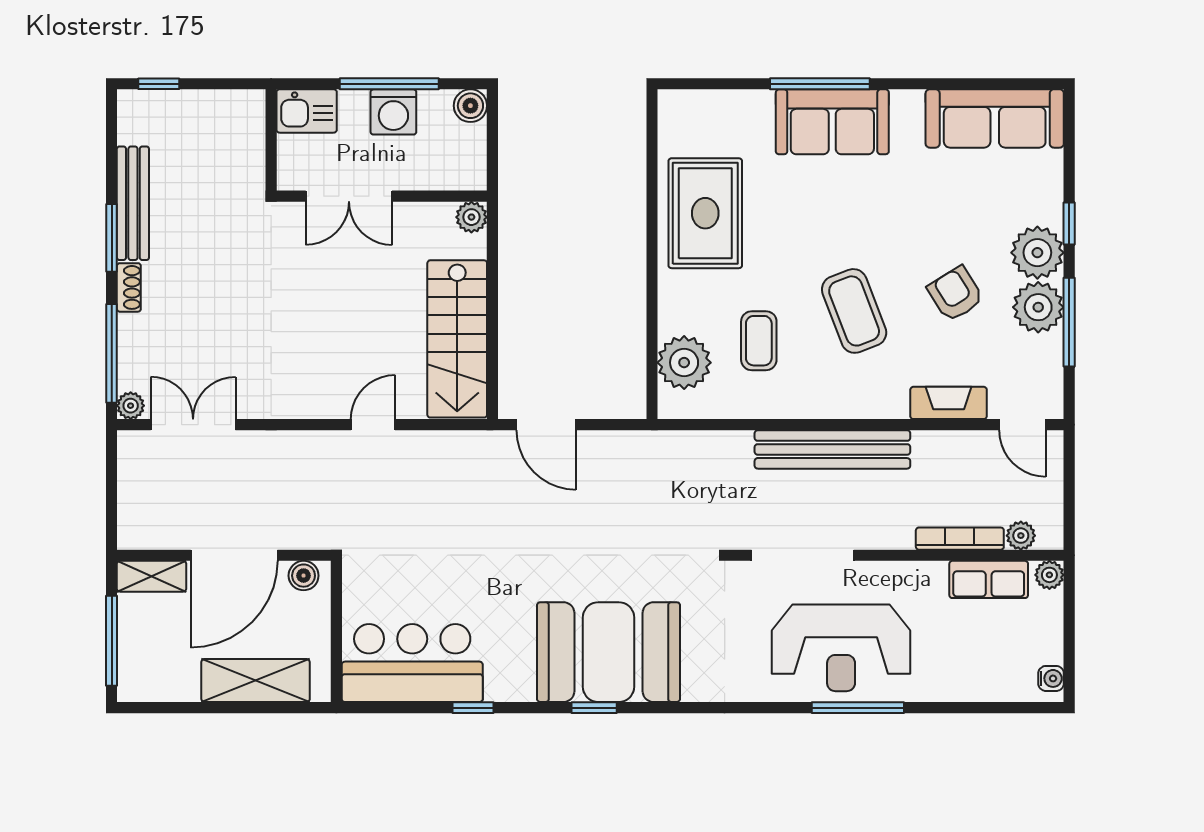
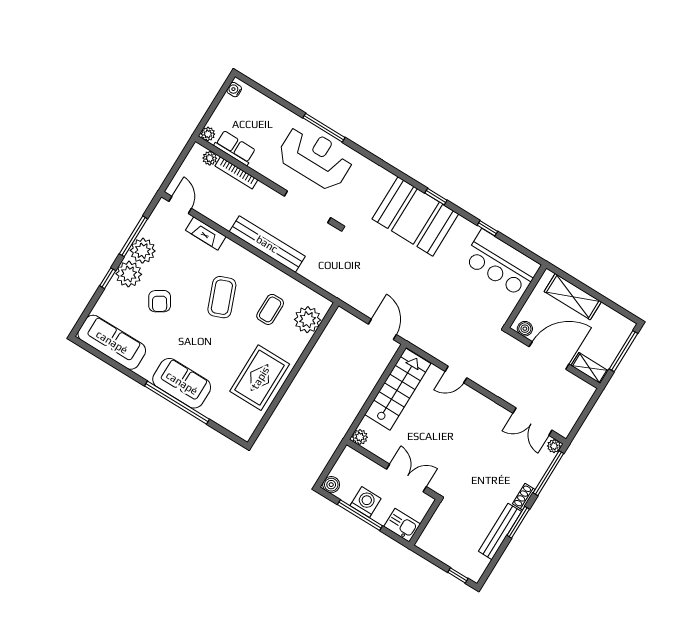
window: (820, 84) -> (177, 403), width x1.46
armchair: (955, 294) -> (160, 301), moved

